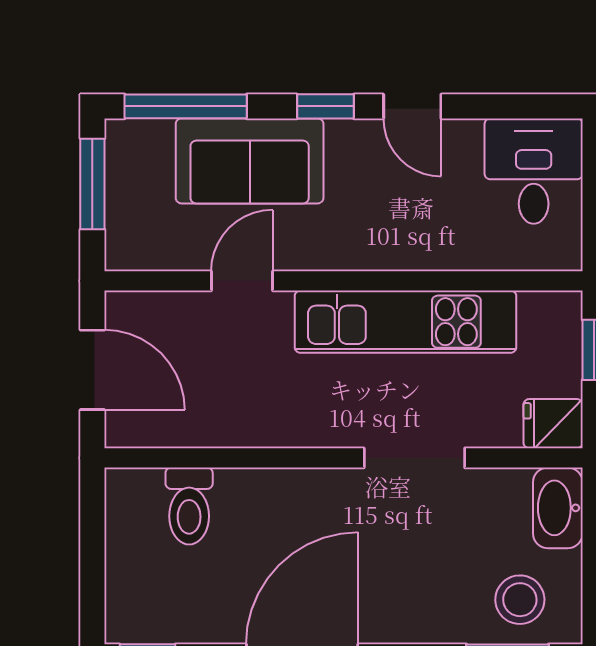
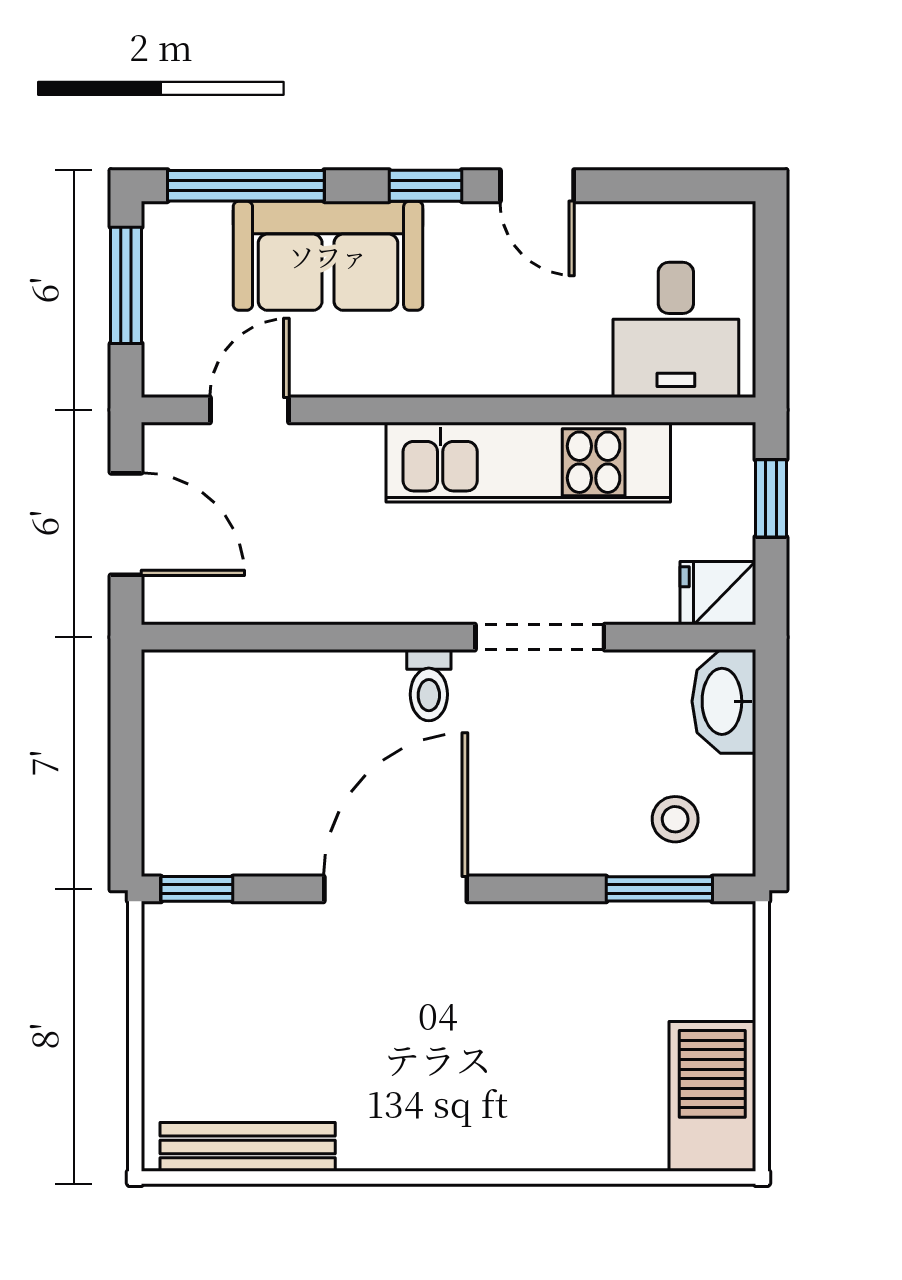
desk: (534, 171) -> (676, 330), moved, turned 180
door: (242, 281) -> (249, 410), moved
toilet: (189, 506) -> (429, 685), moved, width x0.73, depth x0.72
stool: (520, 600) -> (675, 819), width x0.73, depth x0.73

